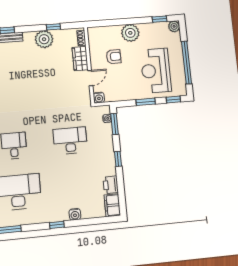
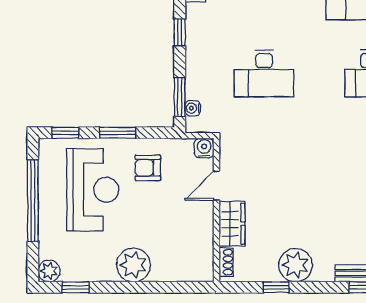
armchair: (114, 57) -> (148, 168), moved

